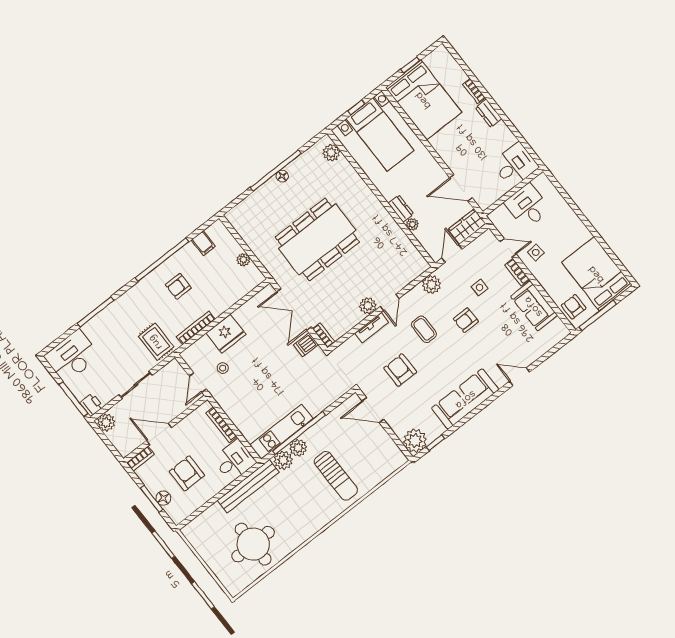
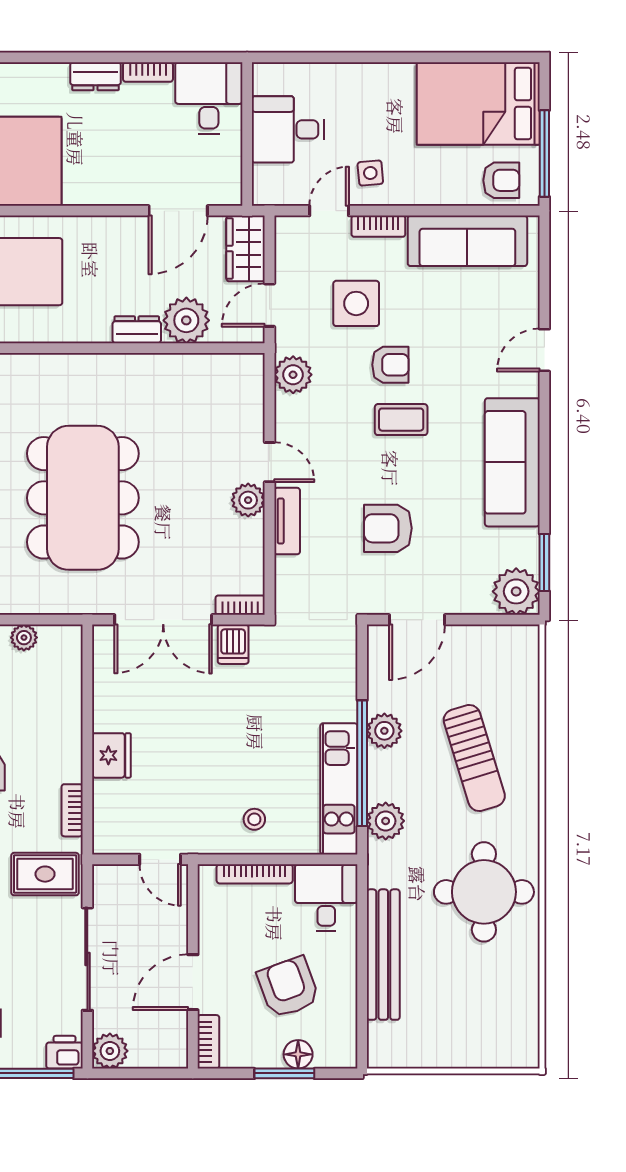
bookcase: (474, 91) -> (148, 72), moved
plant: (412, 224) -> (186, 320), width x1.88, depth x1.88
door: (452, 254) -> (270, 305), hinge flipped
side table: (480, 287) -> (356, 303), width x1.87, depth x1.87
sofa: (534, 306) -> (467, 241), width x1.36
armchair: (574, 307) -> (501, 180), turned 180
armchair: (466, 320) -> (390, 365), turned -90
bookcase: (196, 328) -> (72, 810), width x0.64
coffee table: (424, 329) -> (401, 420), moved
fridge: (226, 334) -> (111, 755), width x0.73, depth x0.75
stool: (223, 368) -> (254, 819), moved
sliding door: (136, 385) -> (87, 959), width x1.37
window: (435, 443) -> (544, 562), width x1.50
plant: (298, 448) -> (384, 731), moved
armchair: (187, 473) -> (288, 987), turned 70
sun lounger: (336, 476) -> (474, 758), turned 73
bench: (248, 486) -> (383, 955), moved
round table: (253, 544) -> (484, 892), moved

